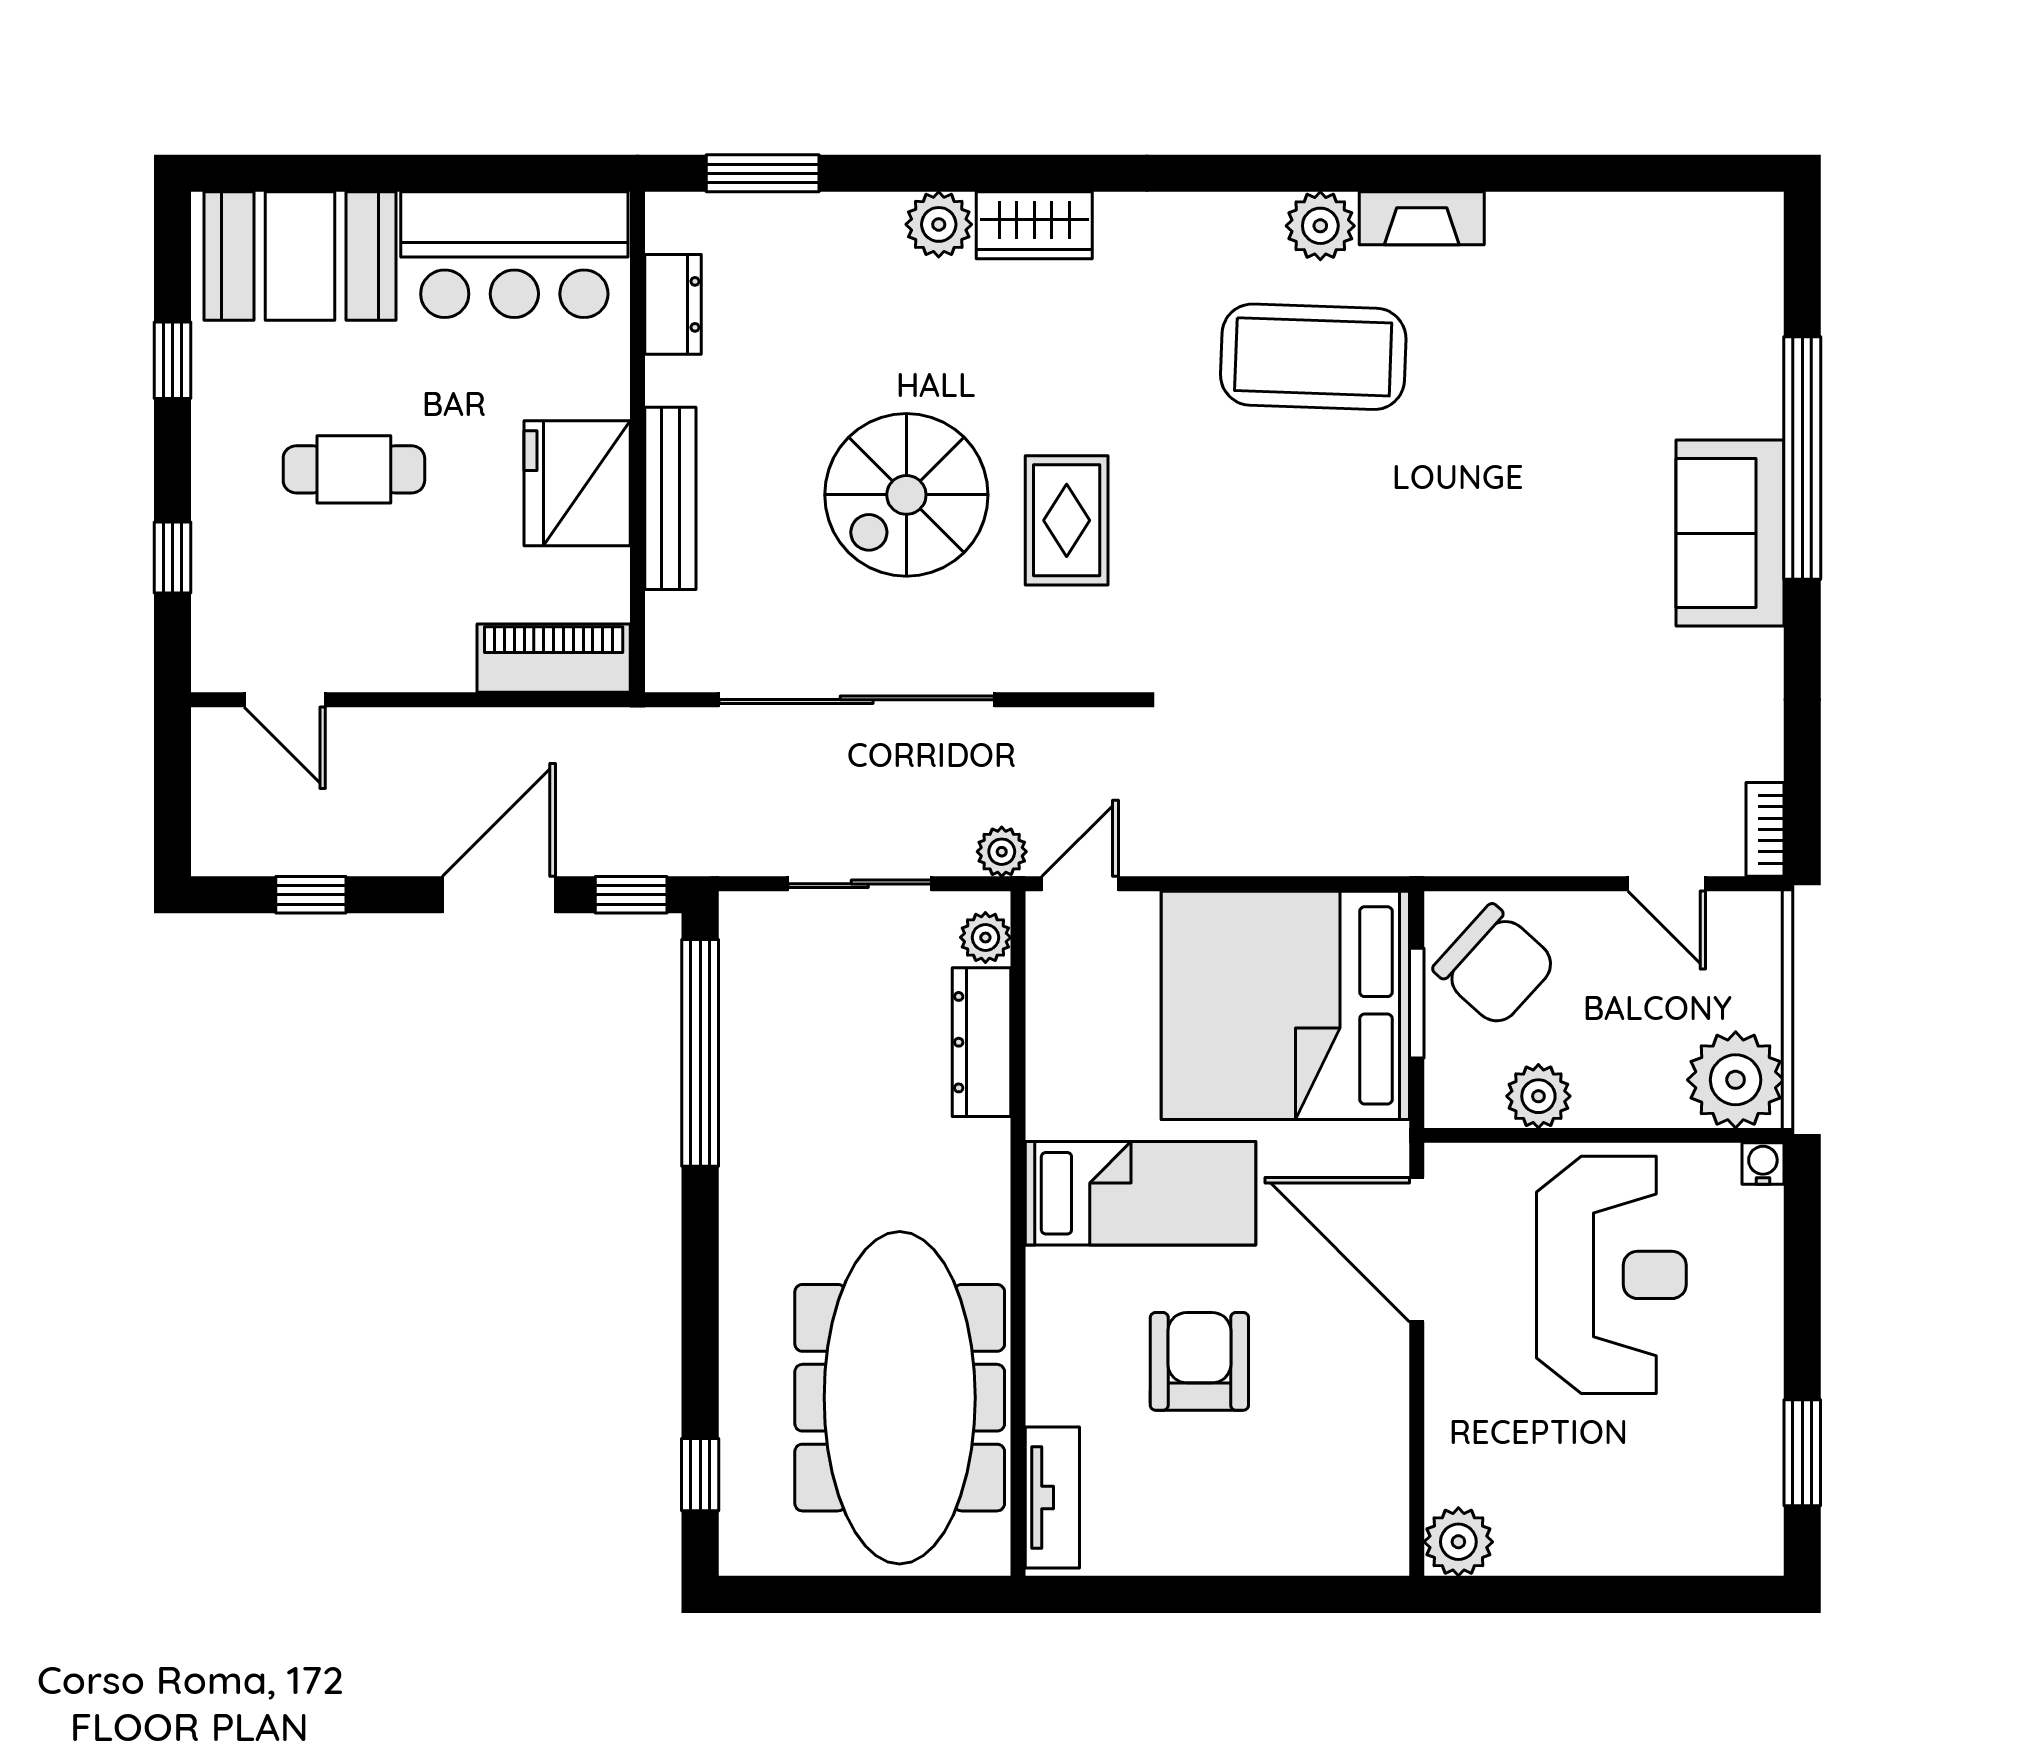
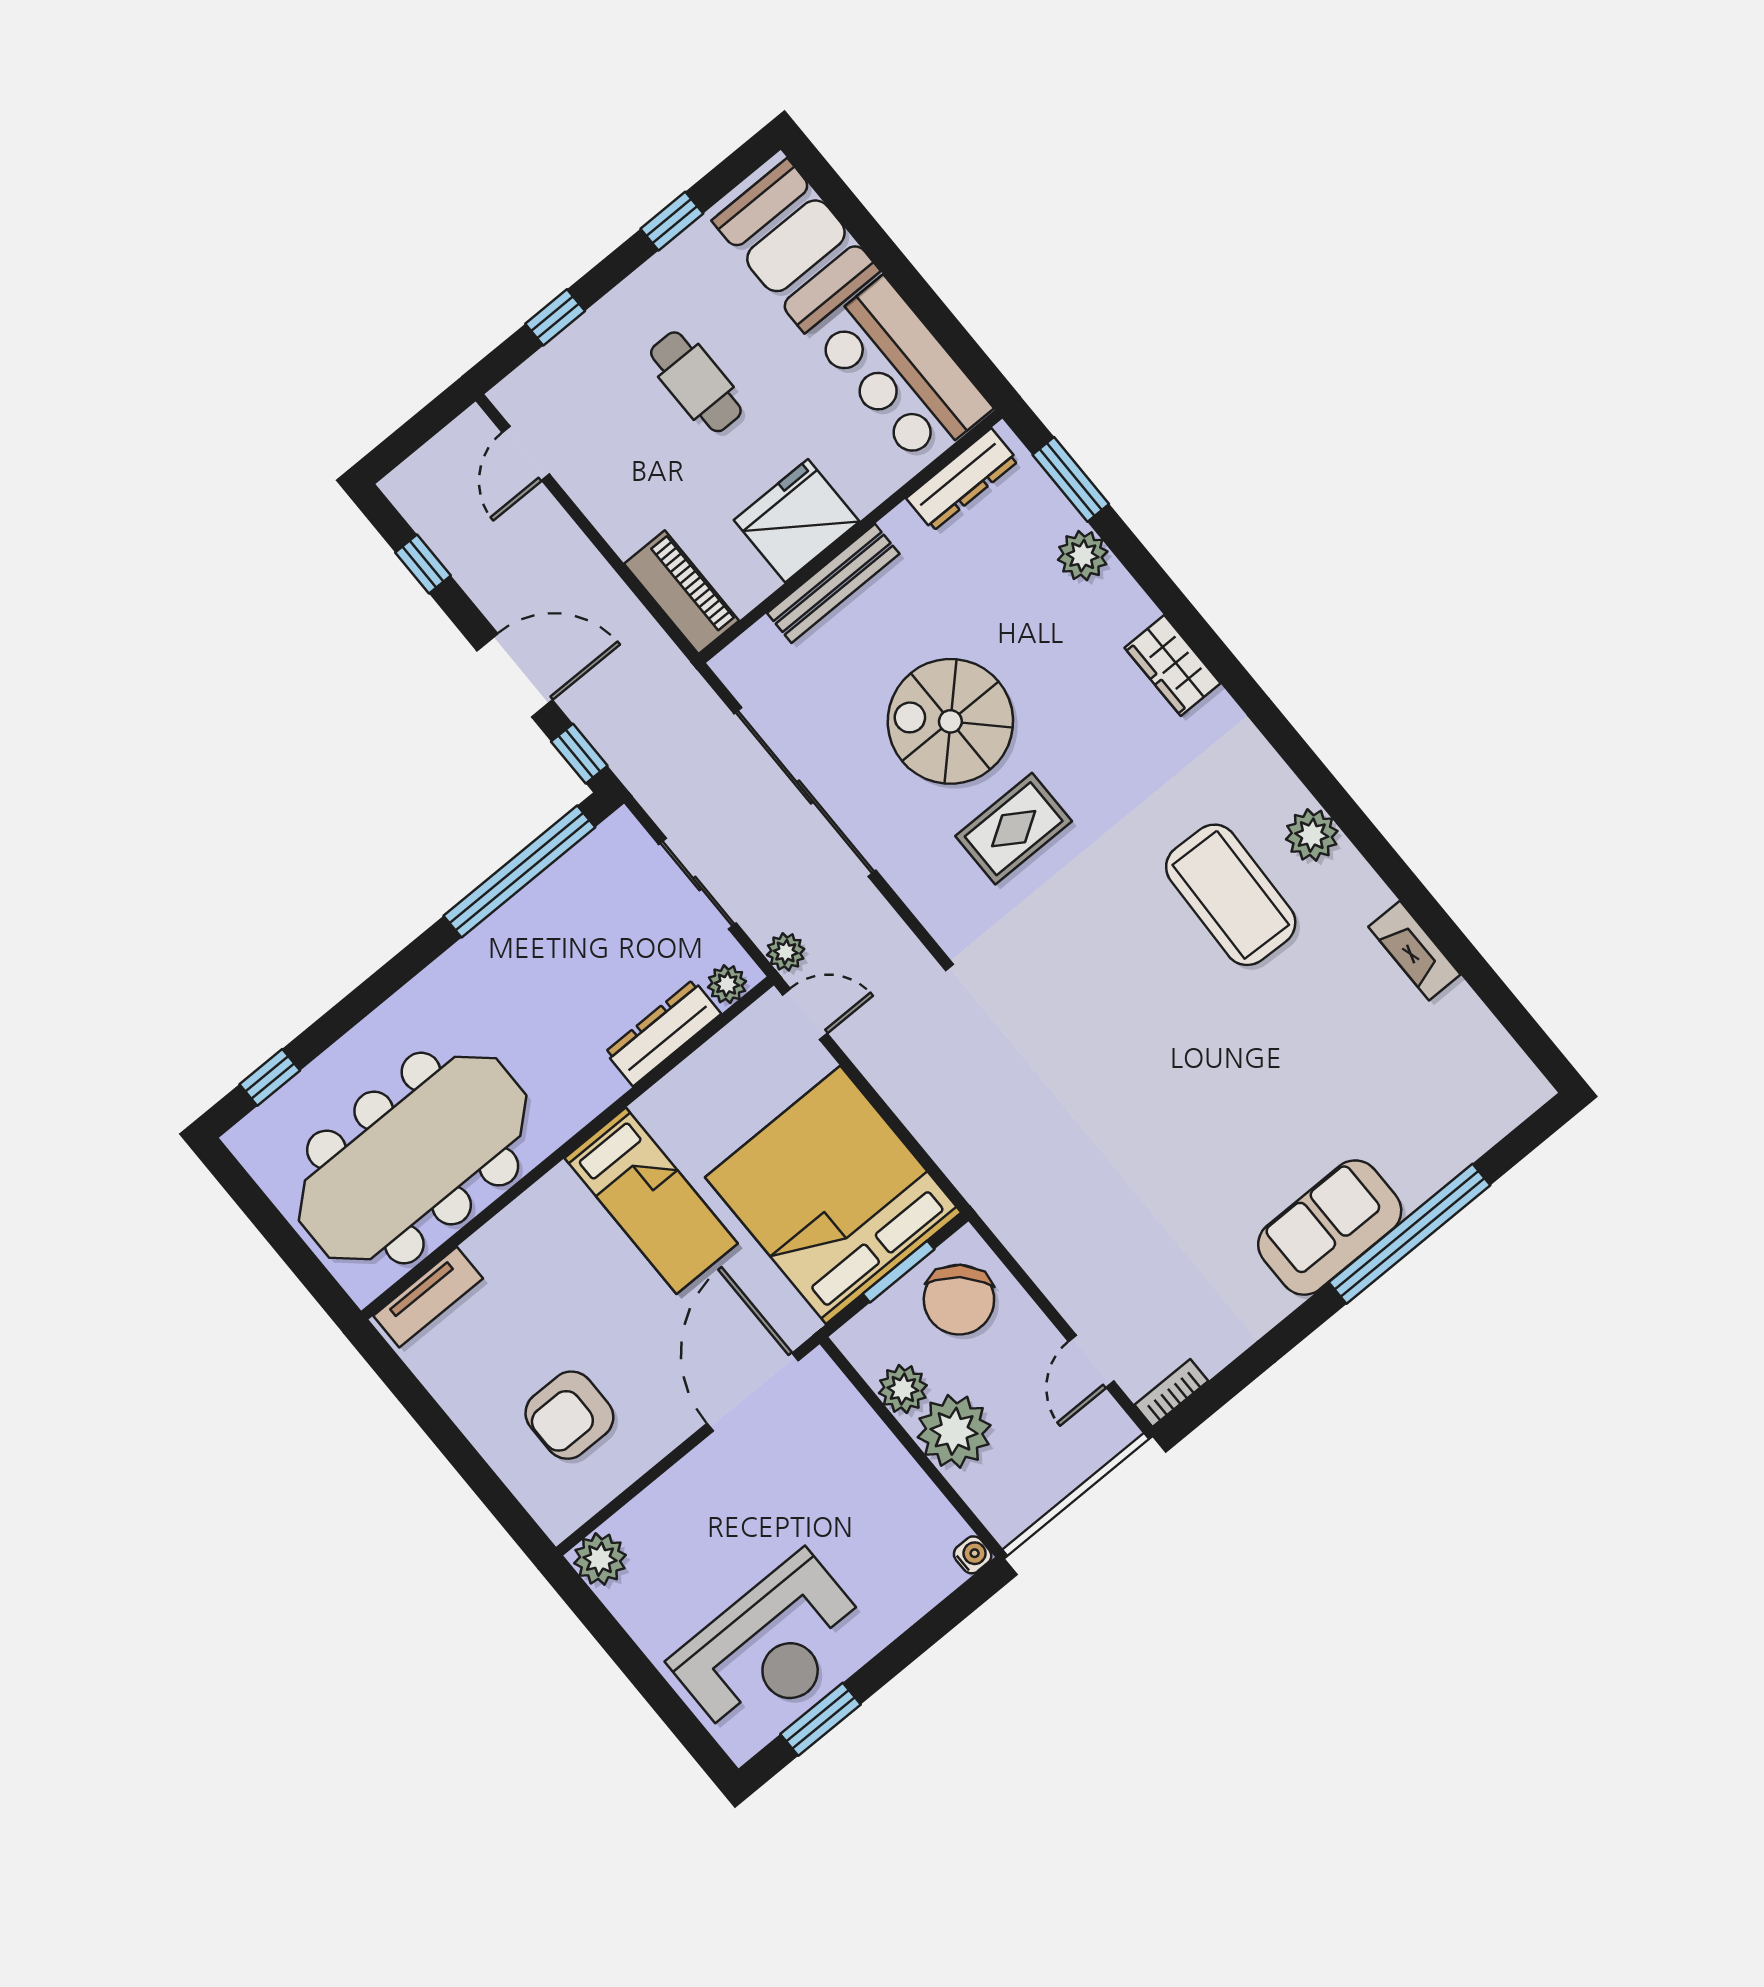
fireplace: (1422, 218) -> (1414, 951), moved
plant: (939, 224) -> (1083, 556), moved
dresser: (673, 304) -> (962, 480), width x1.44
plant: (1736, 1080) -> (954, 1431), moved
reception desk: (1611, 1275) -> (771, 1648), moved
armchair: (1199, 1361) -> (569, 1415), moved, turned 180

